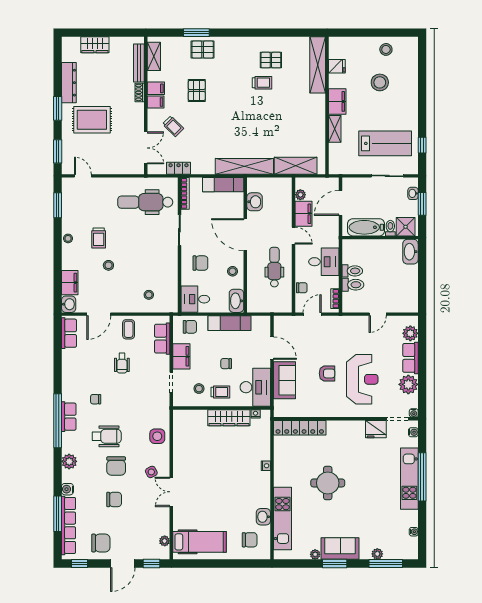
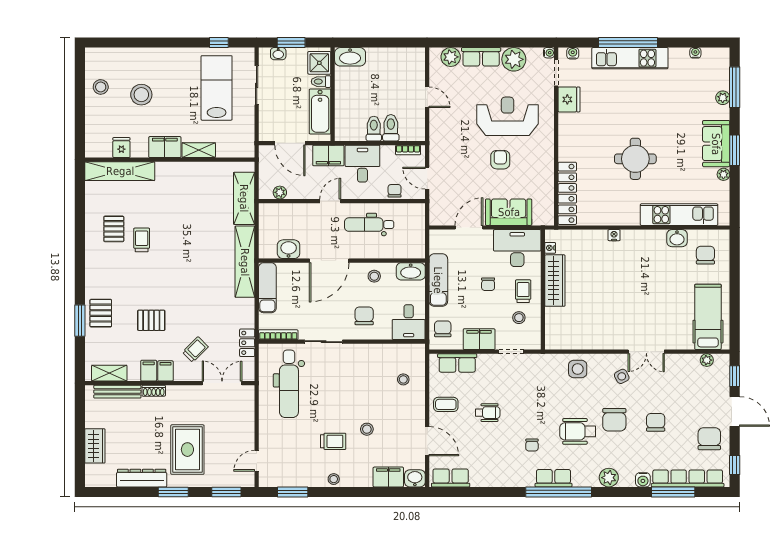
filing cabinet: (304, 214) -> (328, 155), moved, turned 180
wheelchair: (107, 436) -> (578, 431), turned -90
chair: (116, 466) -> (614, 420), turned 90

